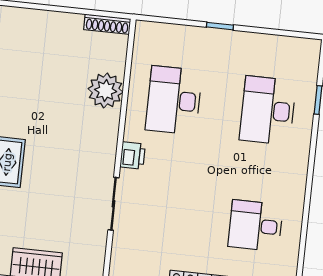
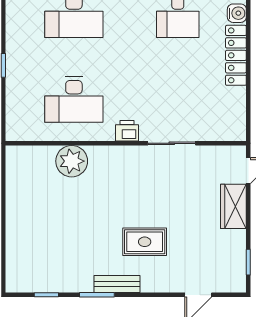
shoe rack: (107, 24) -> (12, 166), removed

